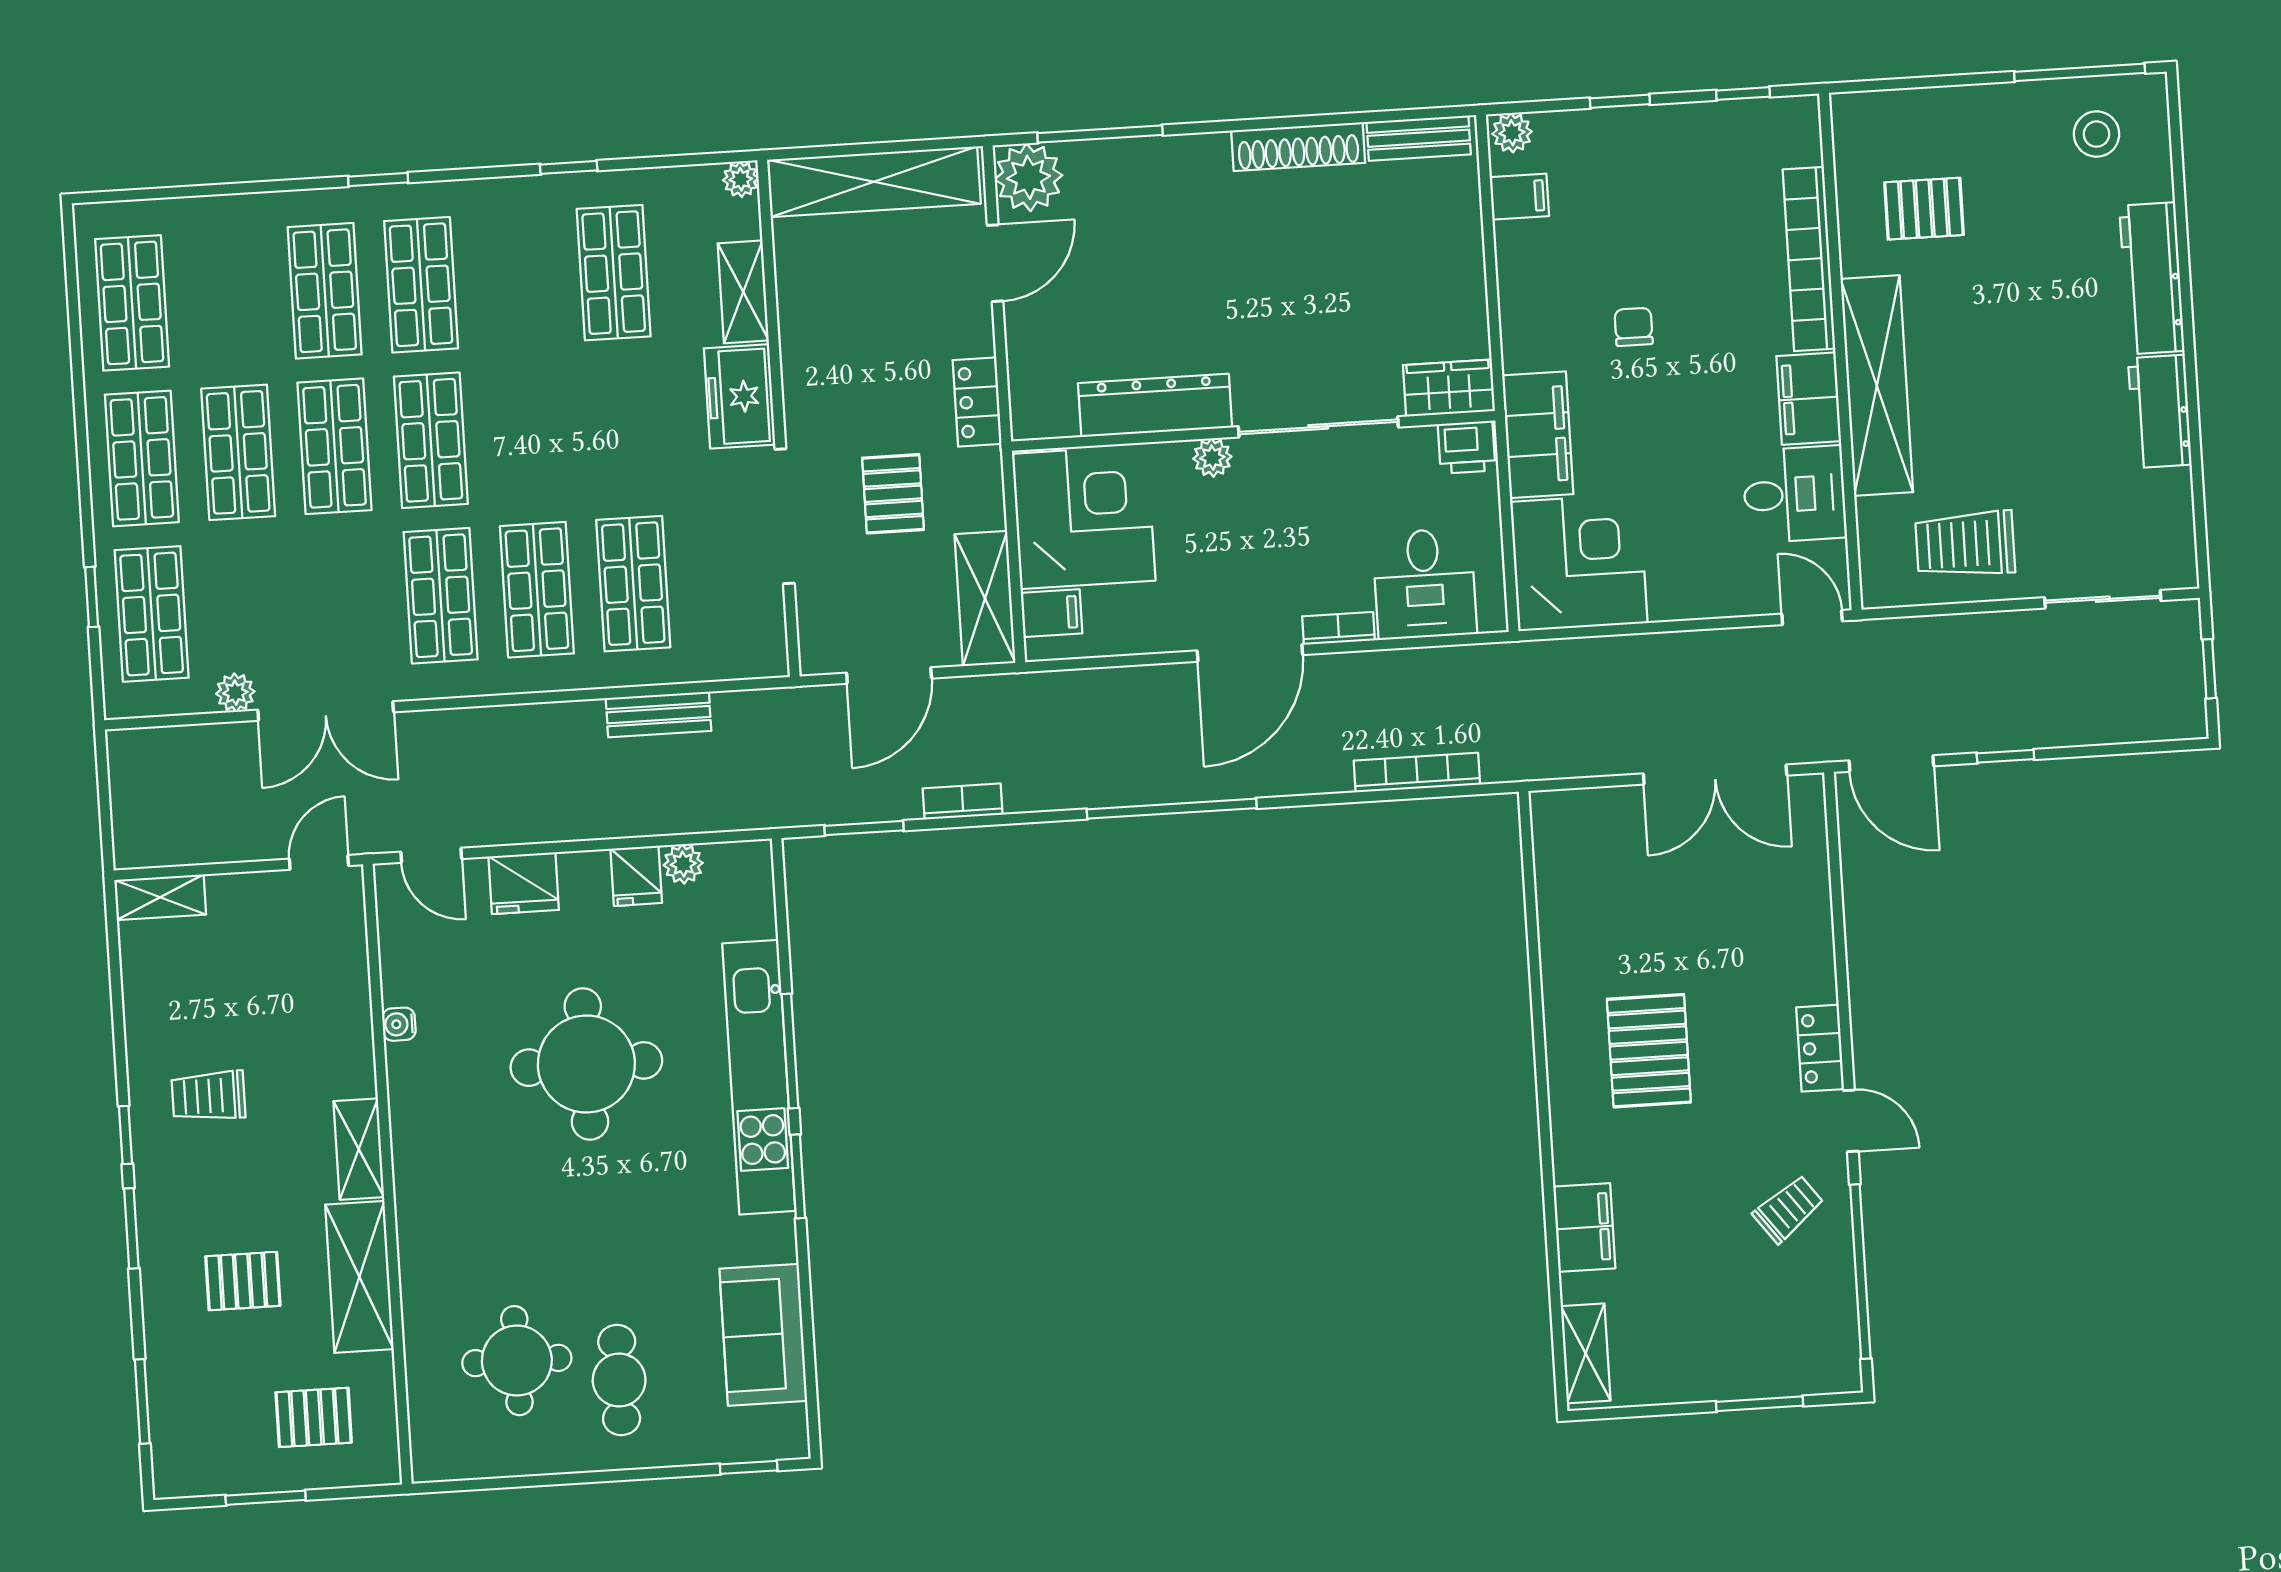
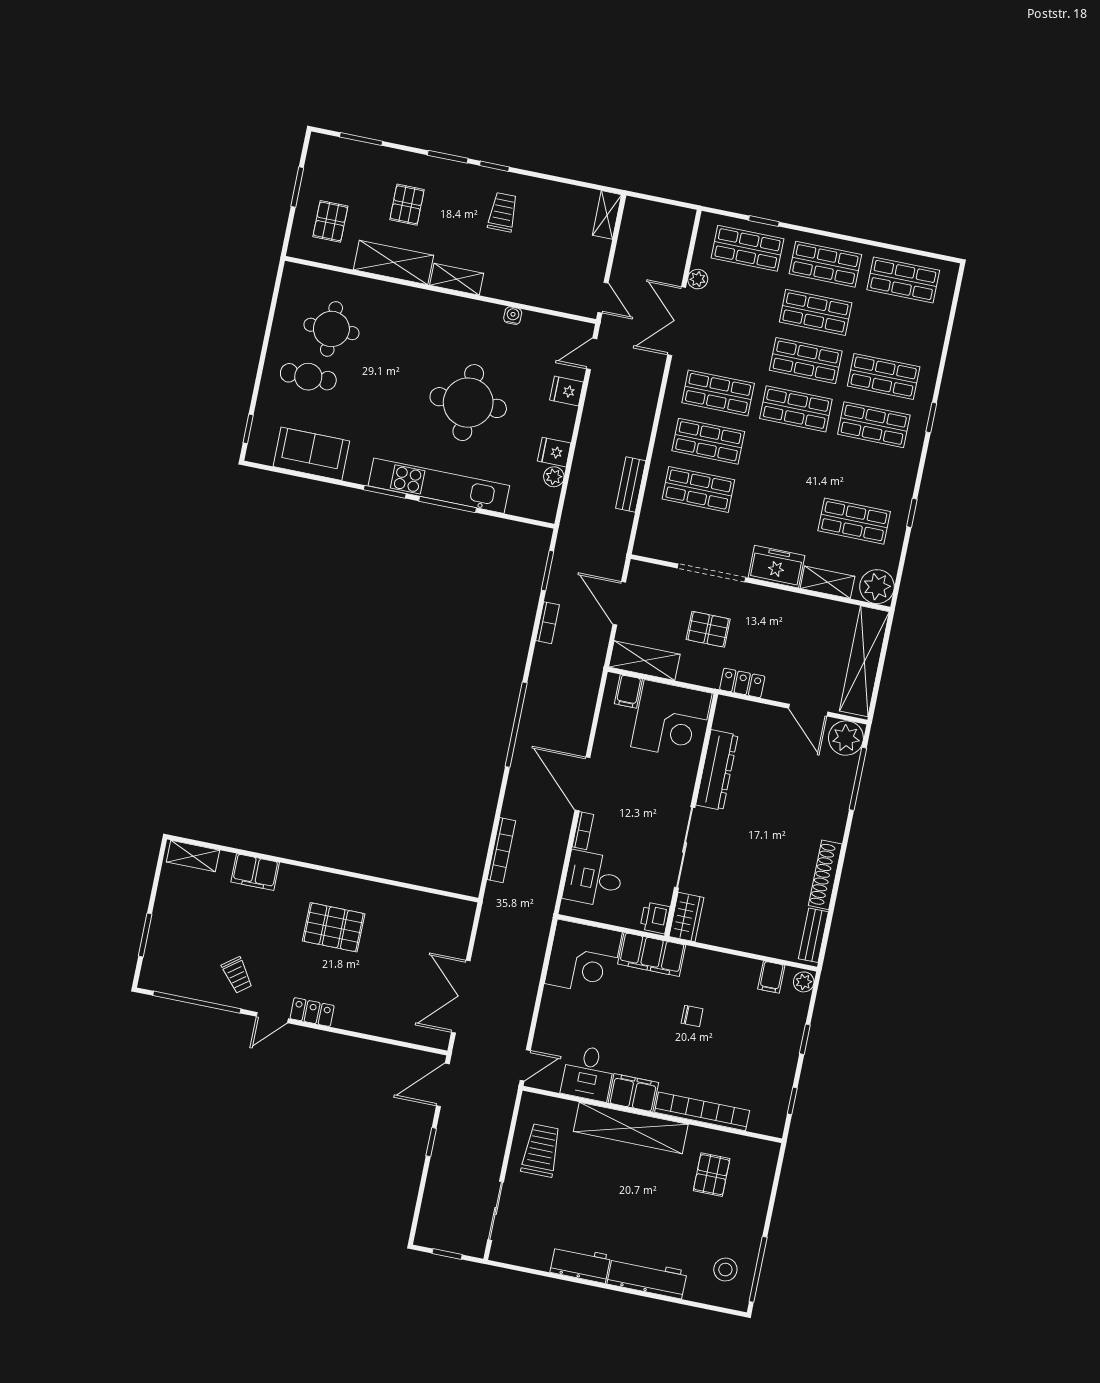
plant: (741, 179) -> (877, 587), width x1.88, depth x1.88
plant: (1212, 458) -> (684, 791), removed
fridge: (524, 883) -> (567, 391), width x0.72

